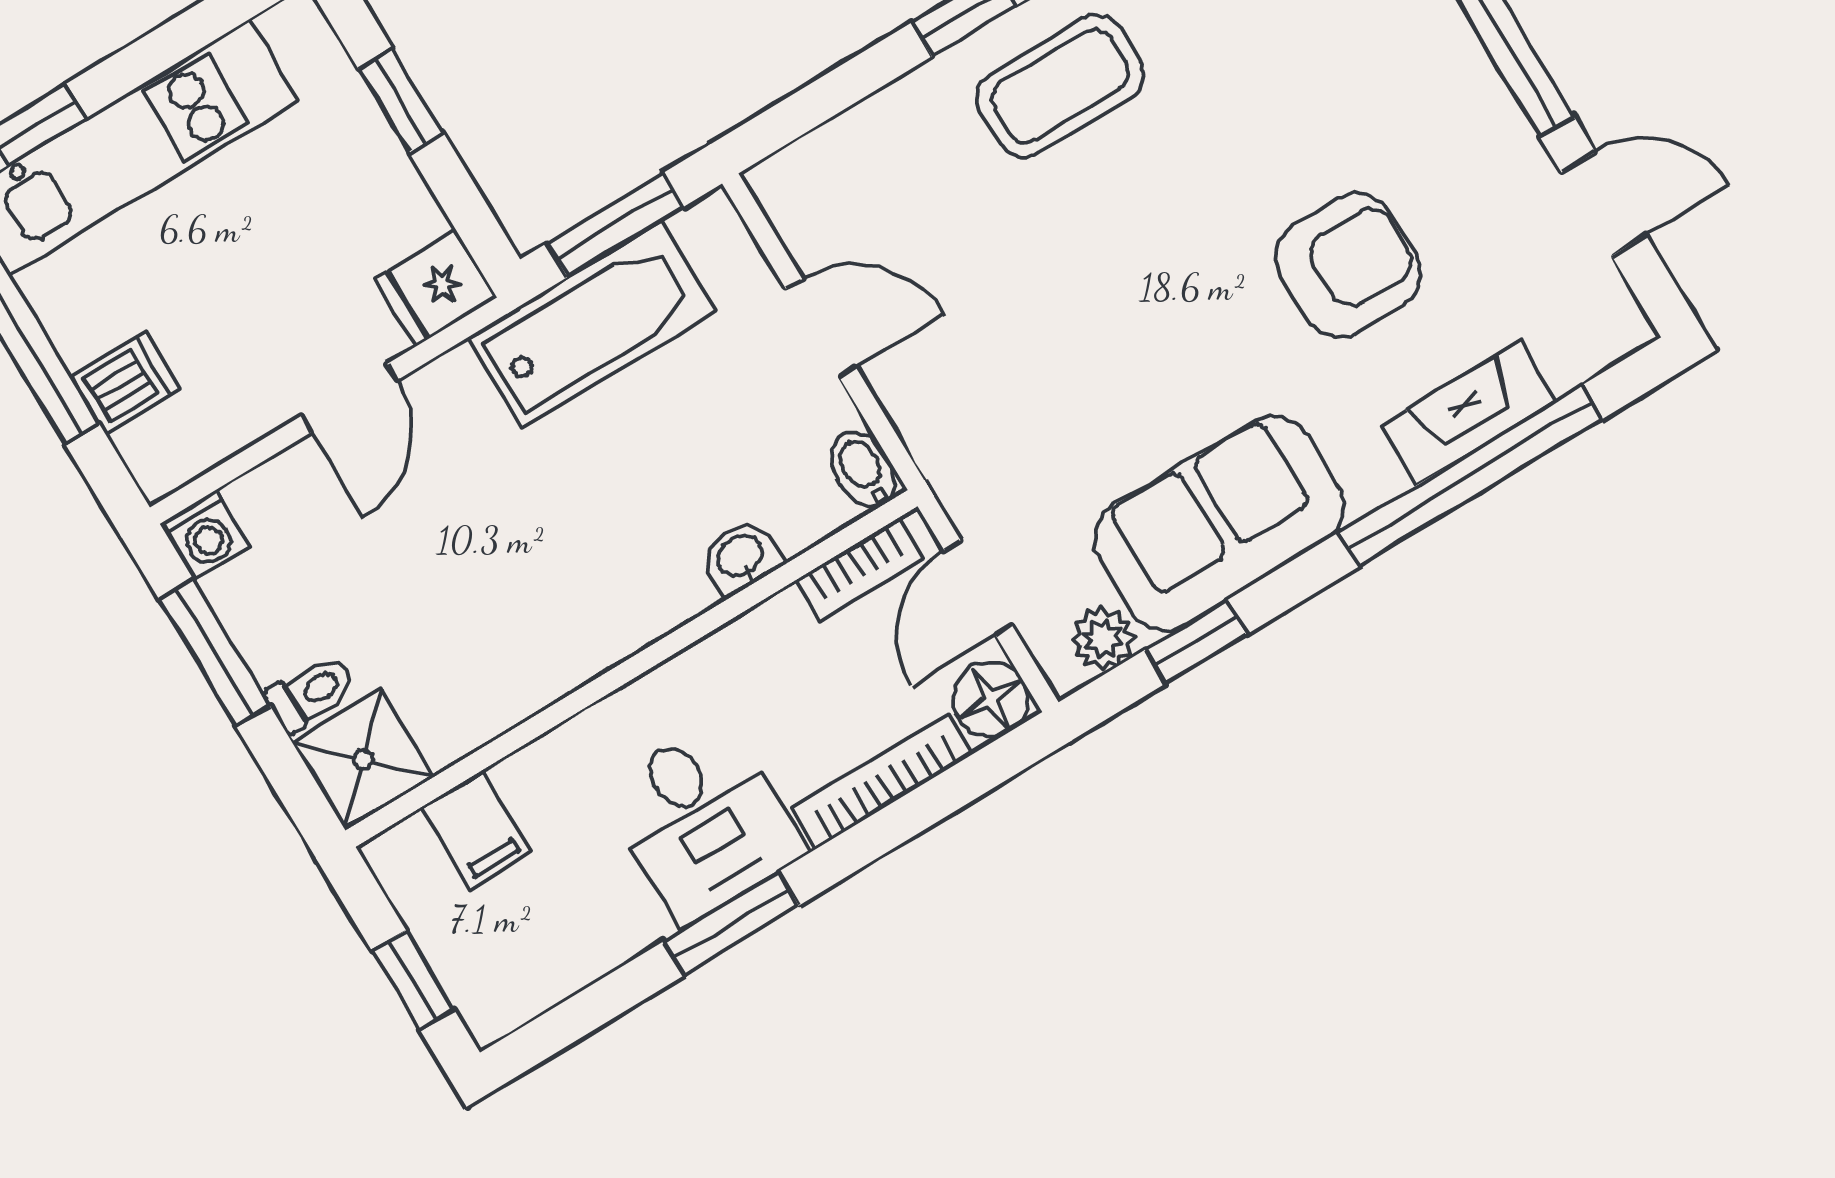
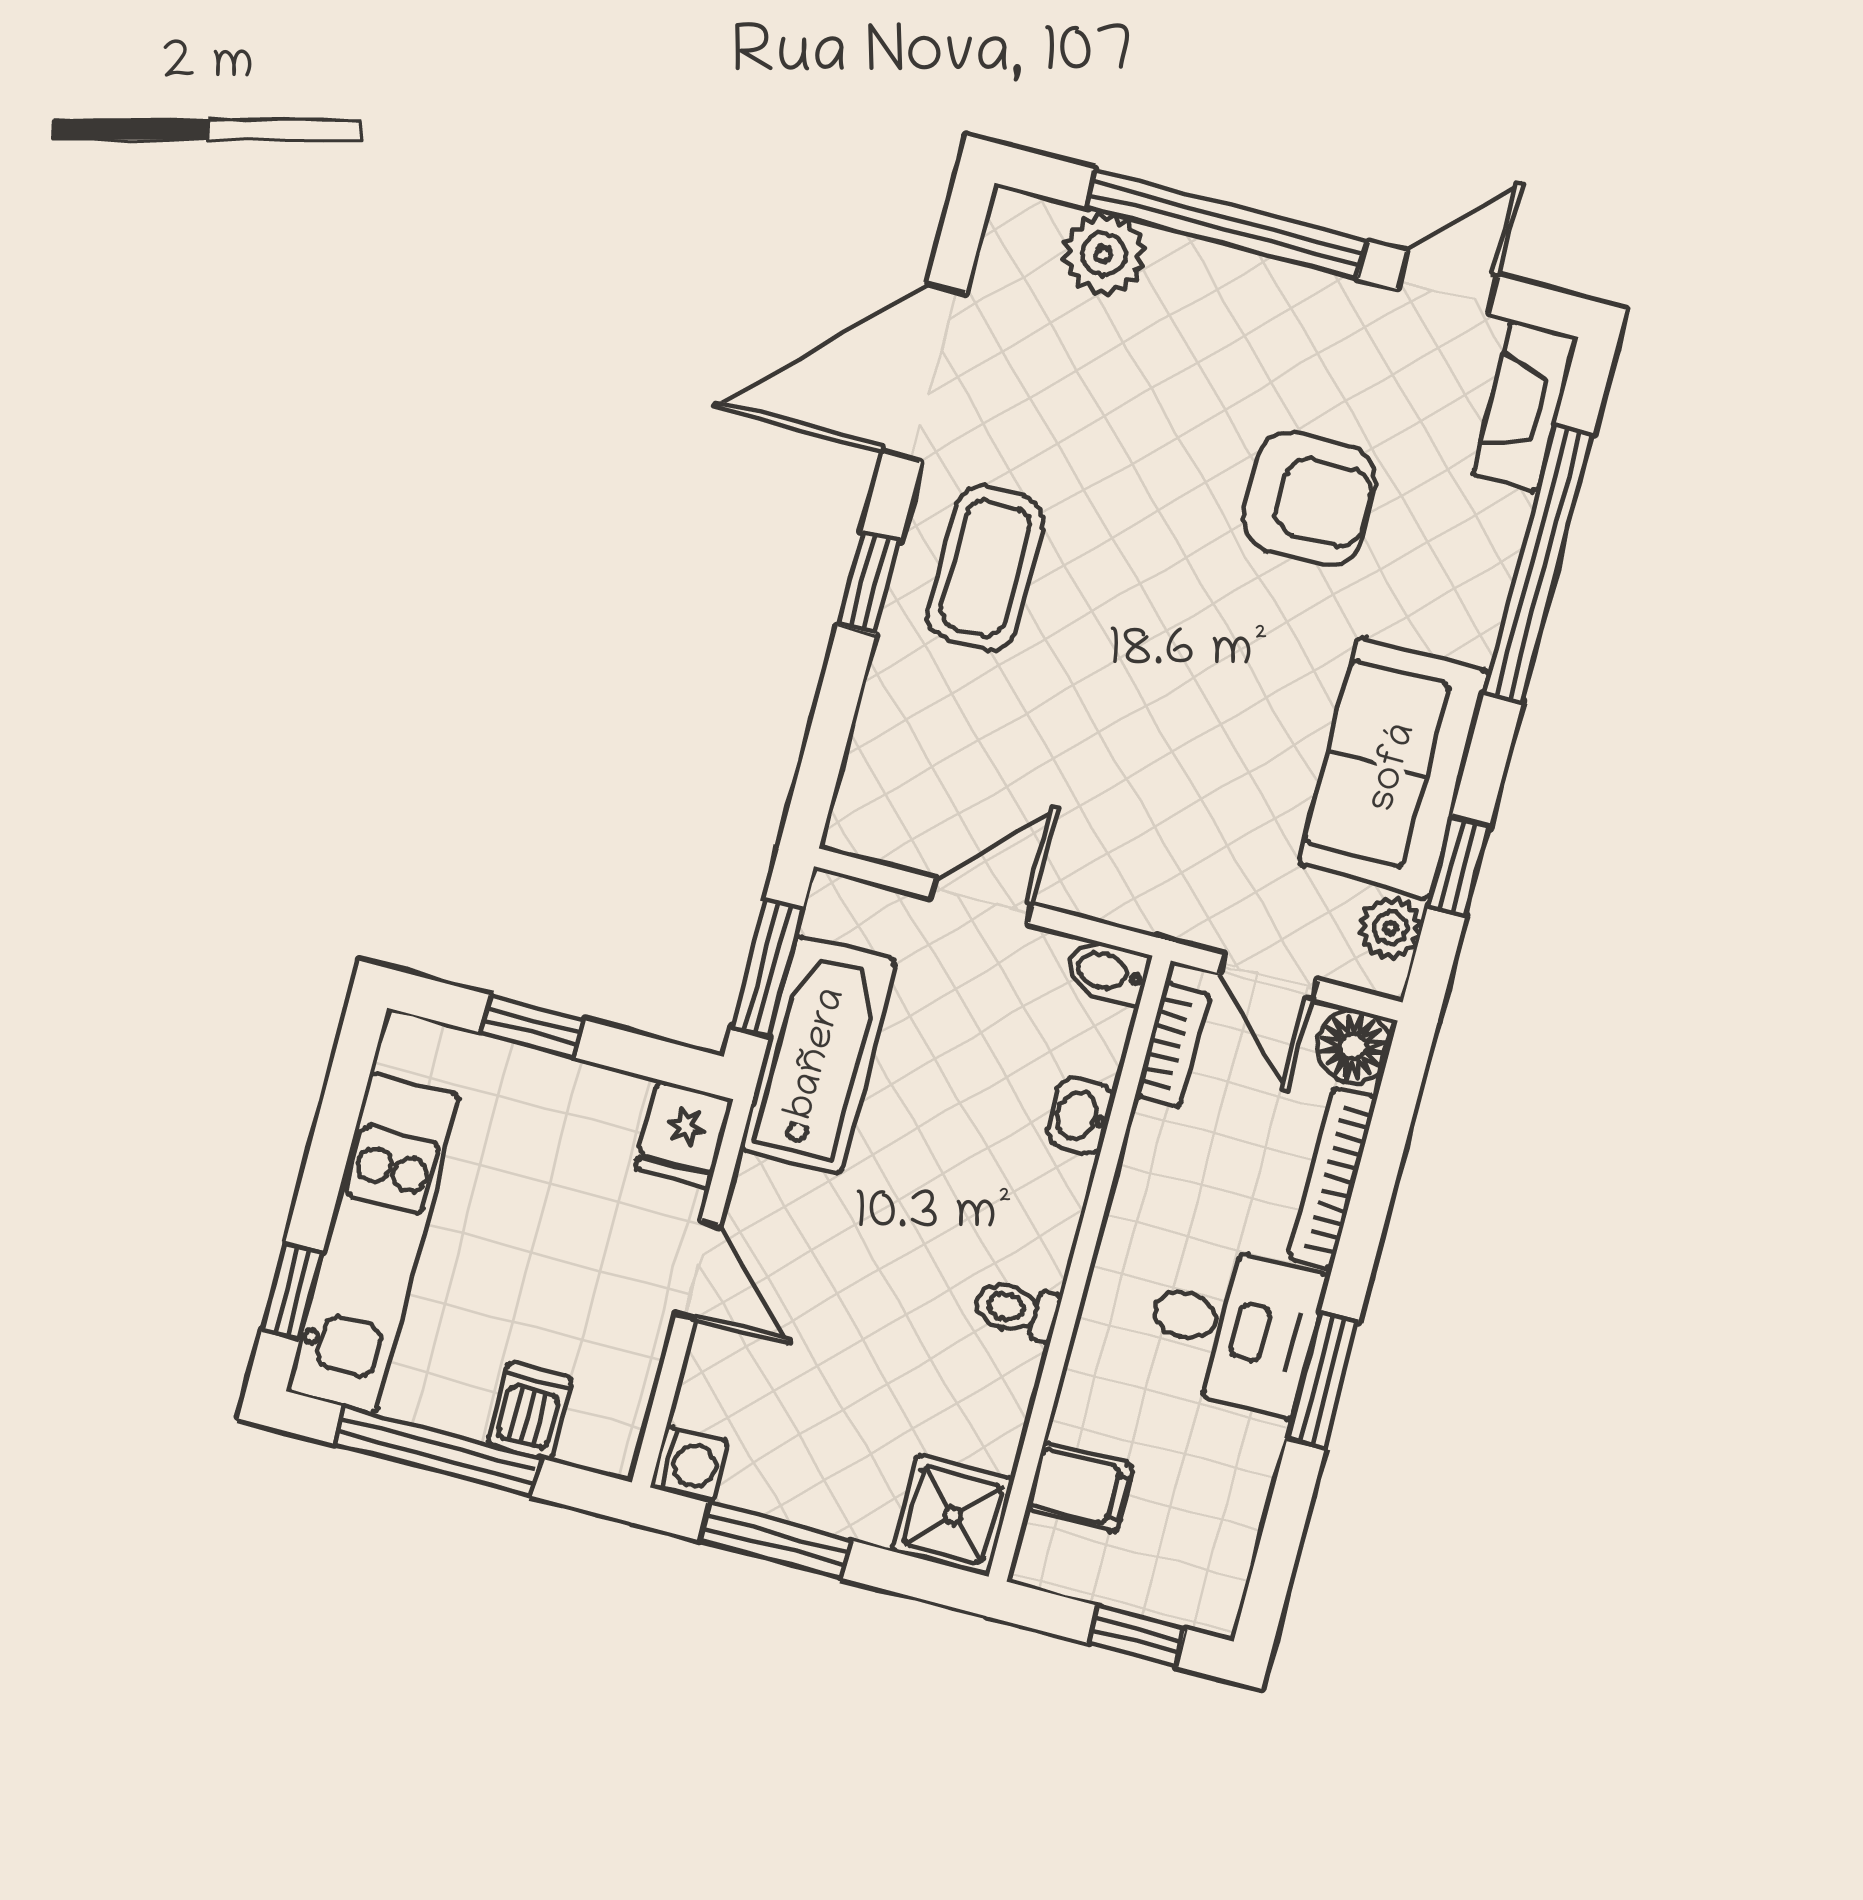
armchair: (1348, 265) -> (1309, 499), turned 90
fireplace: (1469, 413) -> (1525, 406), moved
toilet: (311, 693) -> (1017, 1310), moved, turned -90

